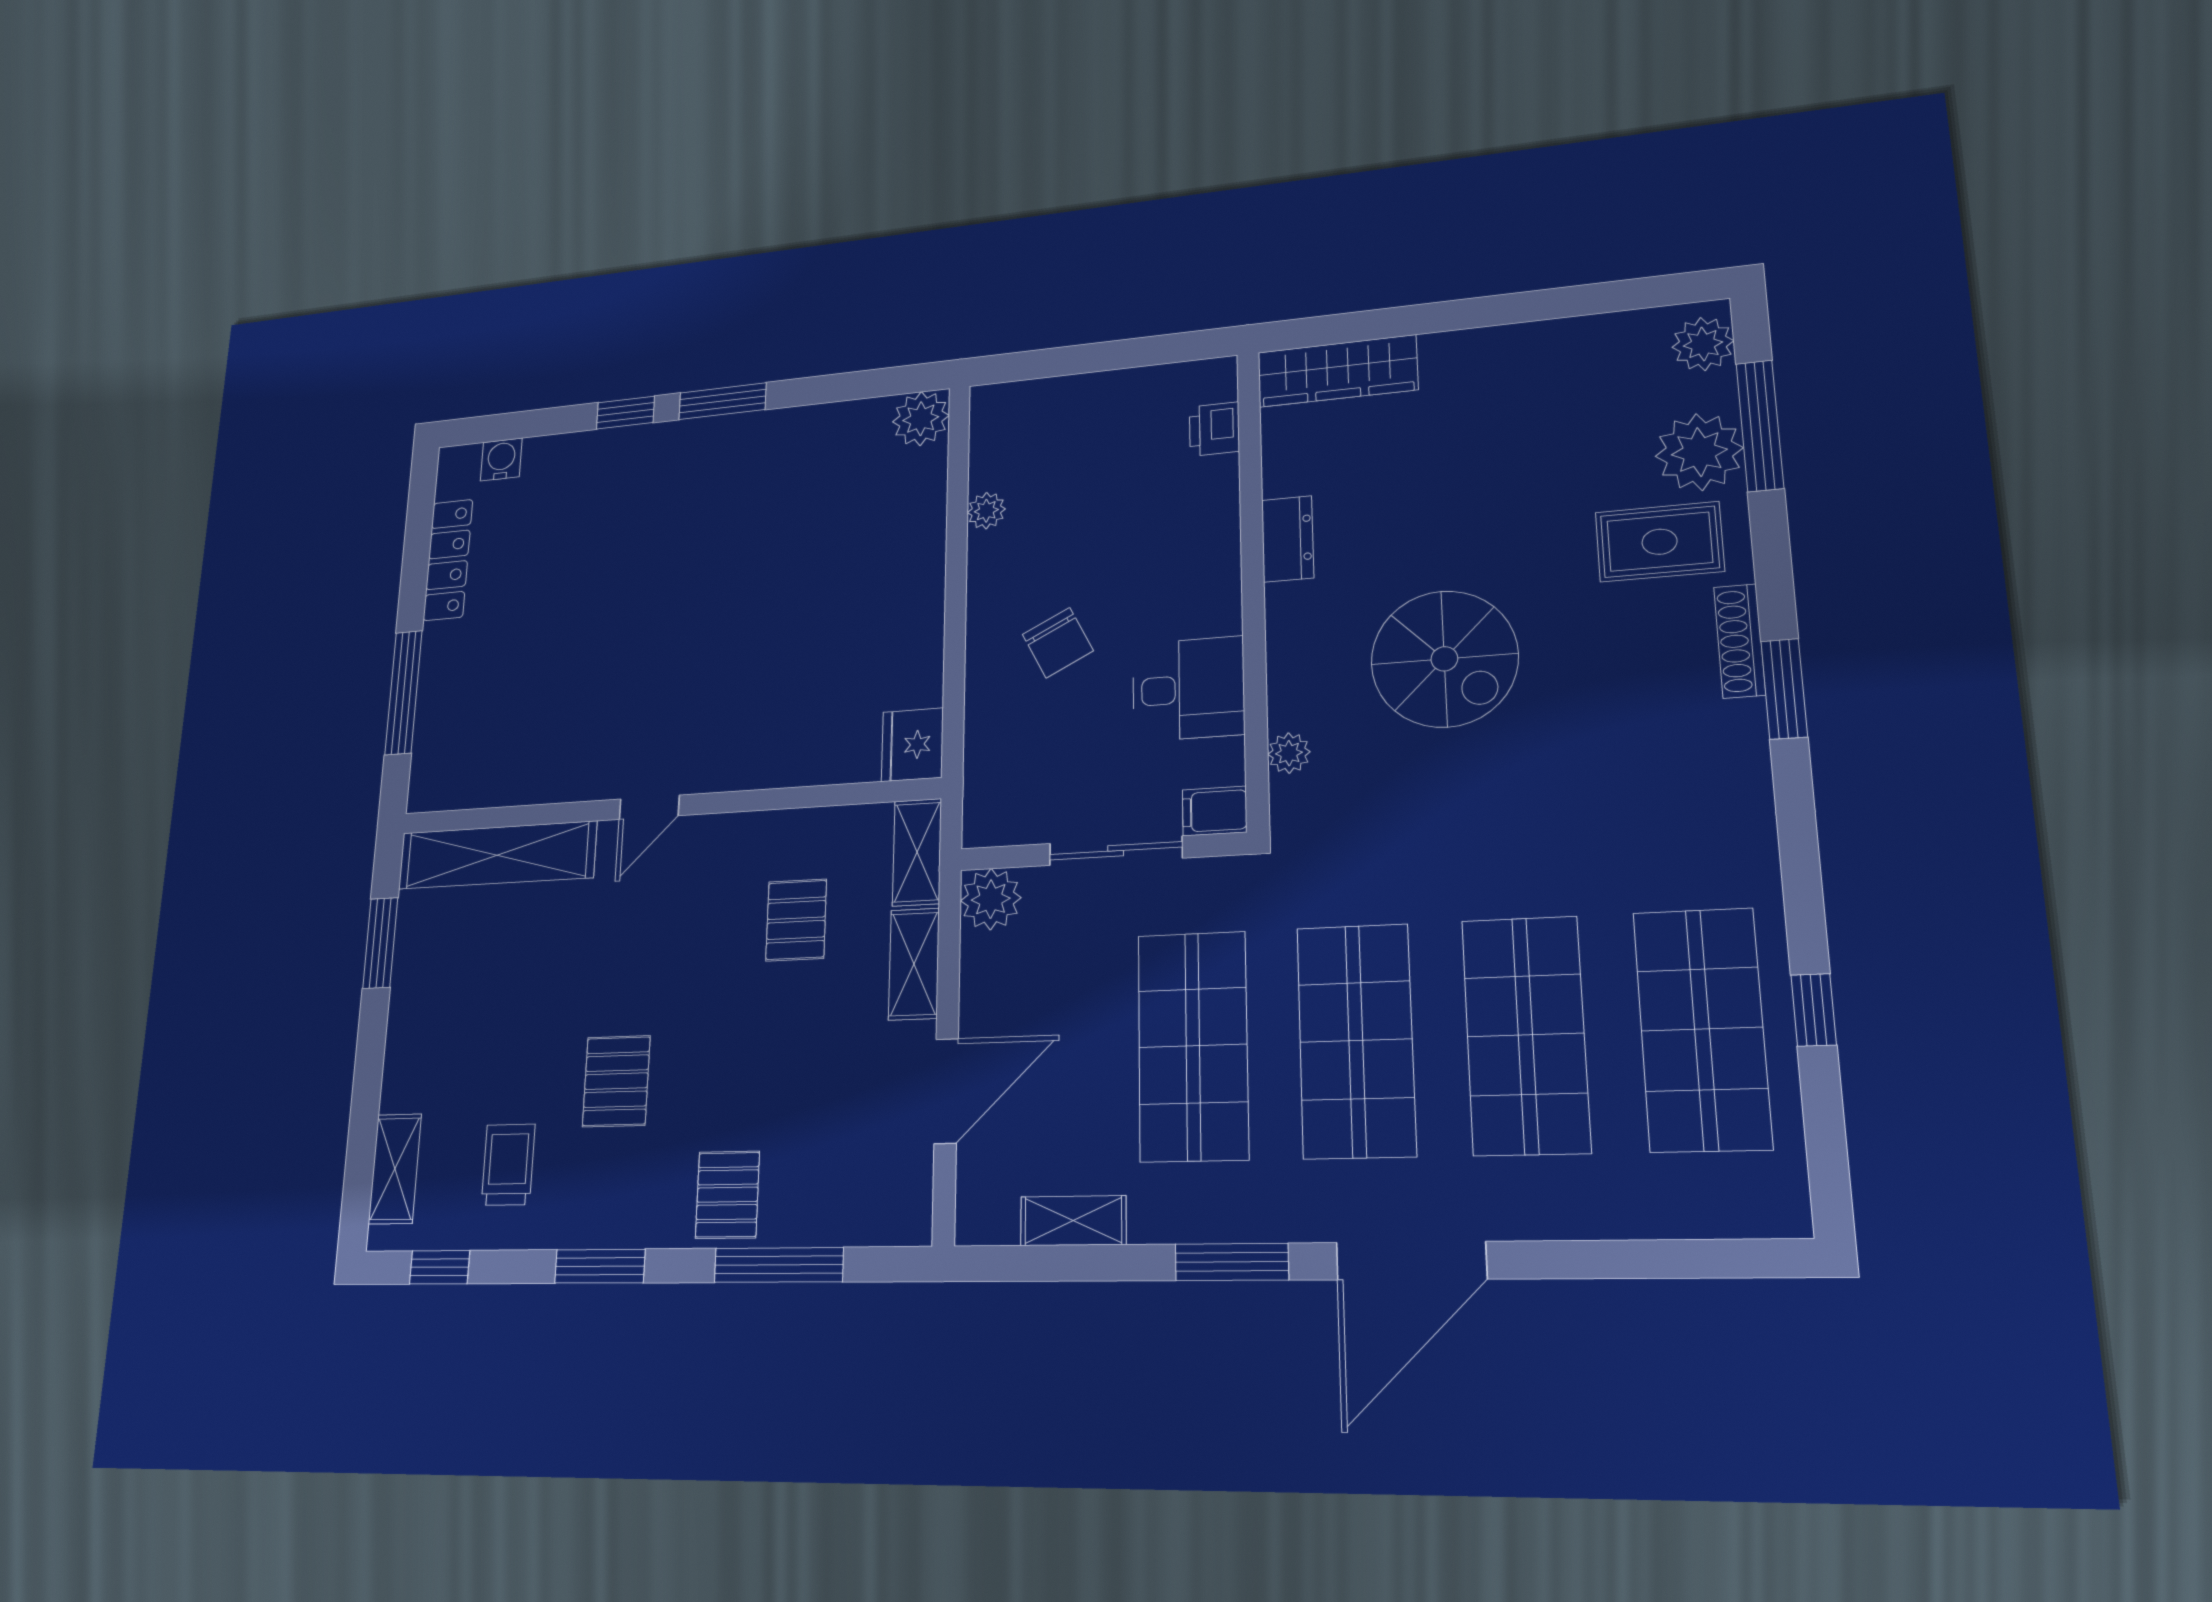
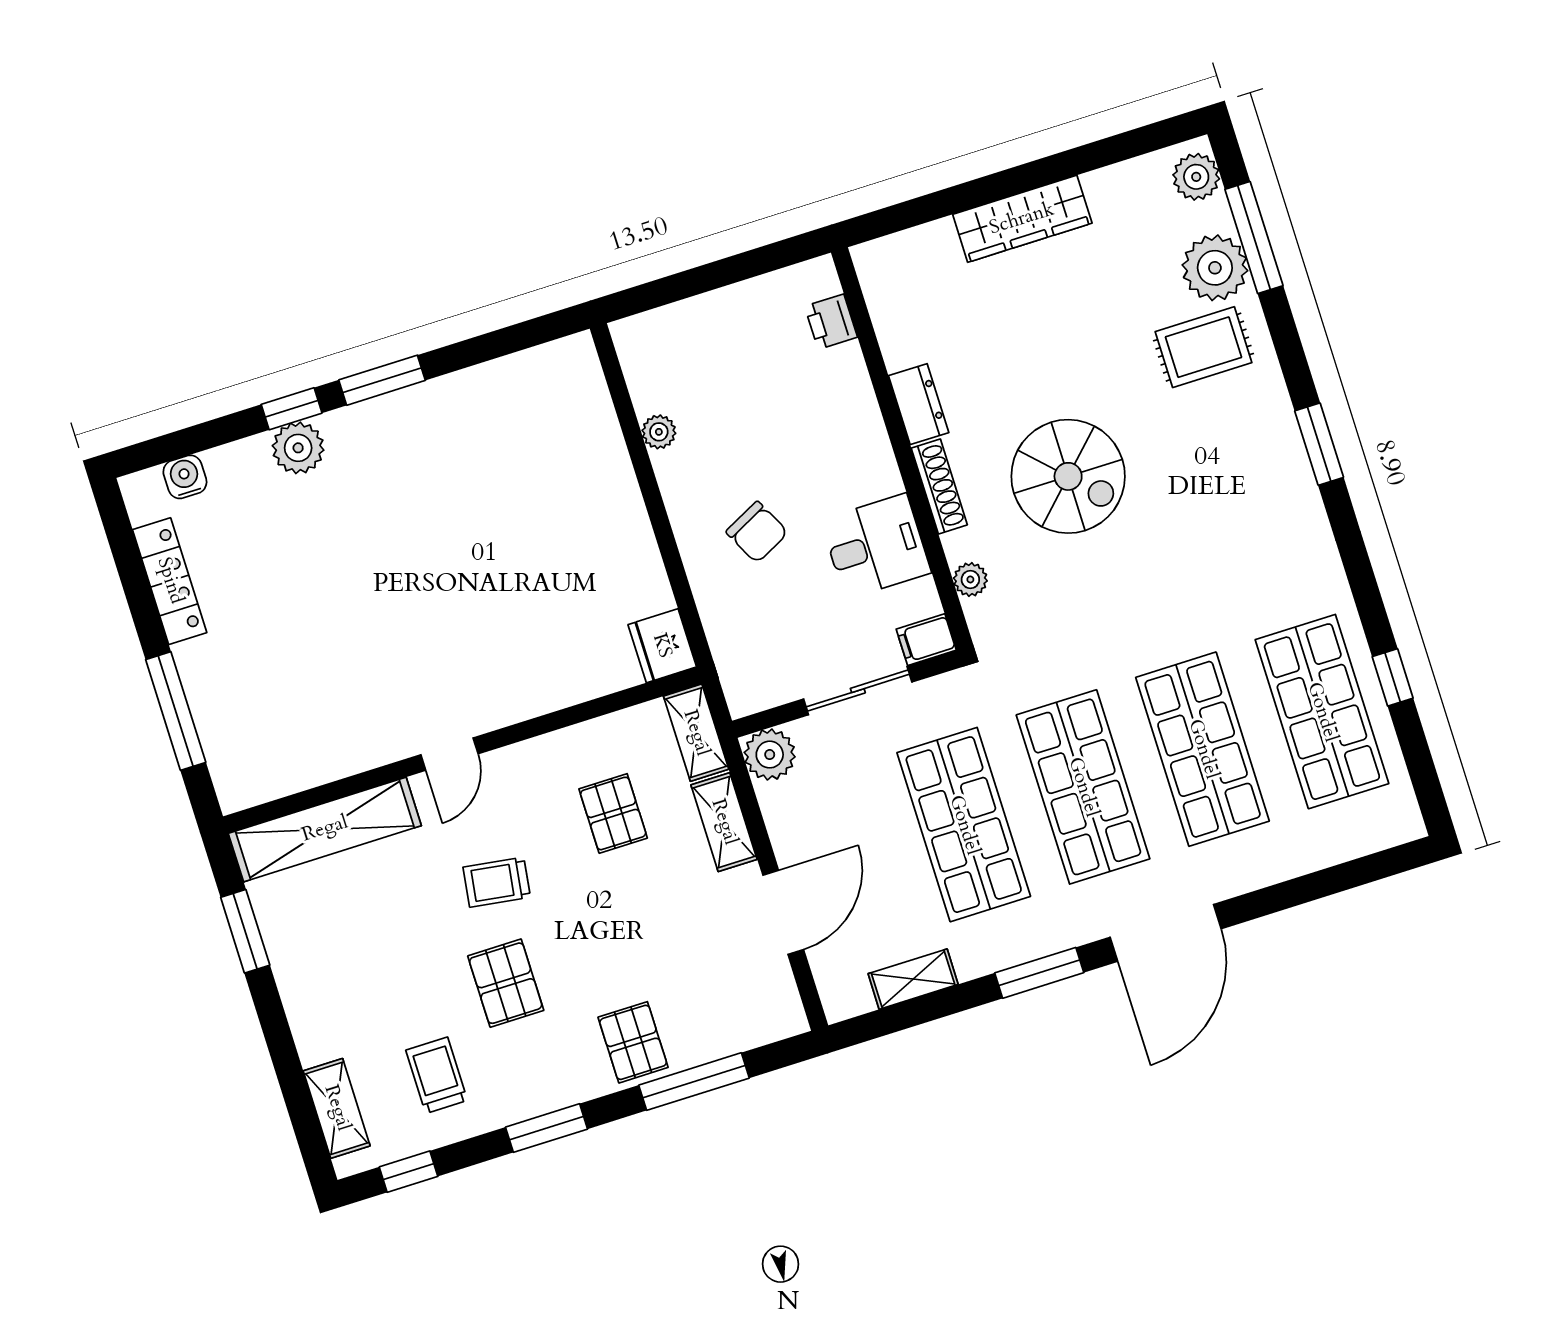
wardrobe: (1337, 371) -> (1022, 219), moved
plant: (921, 419) -> (298, 448), moved
shoe rack: (1740, 641) -> (939, 486), moved, turned 180
trolley: (647, 963) -> (497, 882), added

